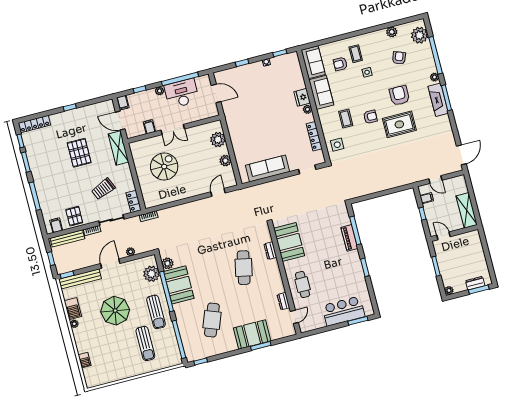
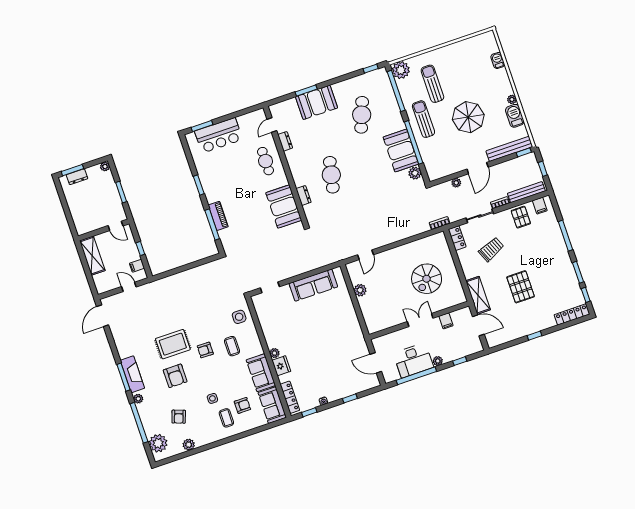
filing cabinet: (123, 103) -> (477, 345), removed
locker: (314, 136) -> (290, 397), moved
plant: (218, 140) -> (370, 313), removed
plant: (152, 274) -> (401, 70), moved

